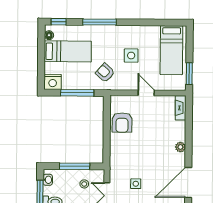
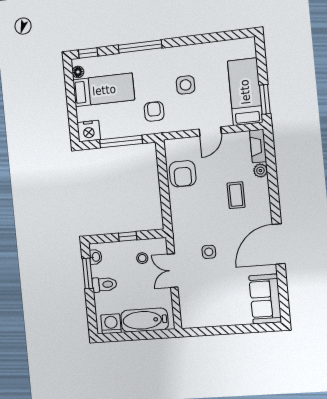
bed: (171, 50) -> (245, 92), moved, turned 180
armchair: (105, 73) -> (154, 111), turned 48
door: (146, 93) -> (210, 131), swing flipped
coffee table: (161, 143) -> (236, 195), added
plant: (180, 147) -> (260, 171), moved
window: (75, 166) -> (128, 236), width x0.46

